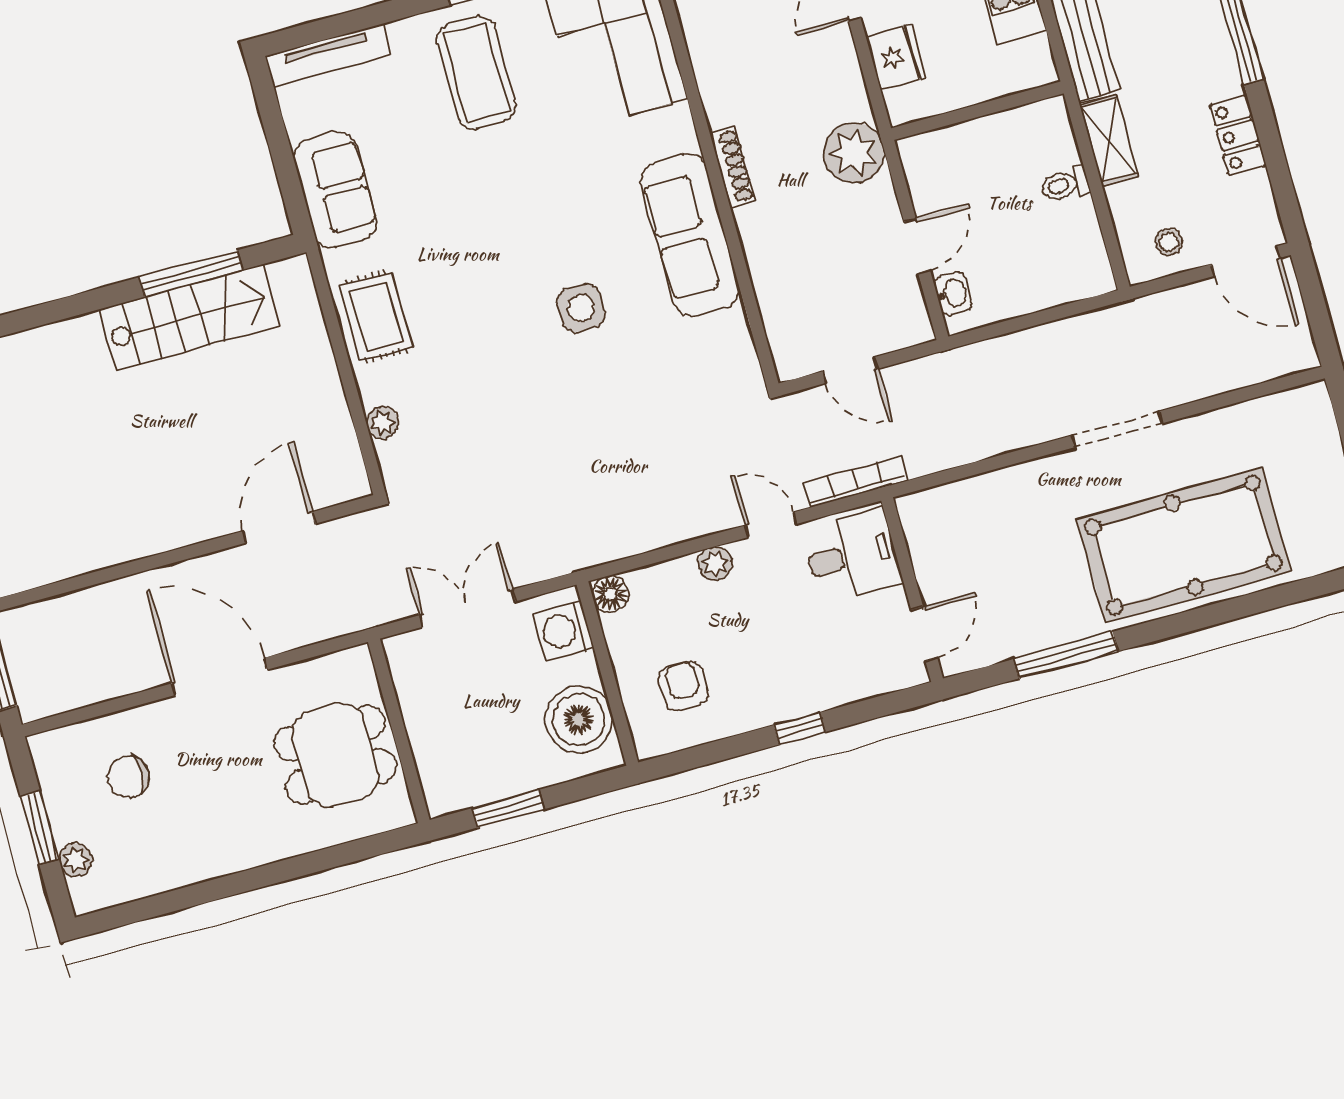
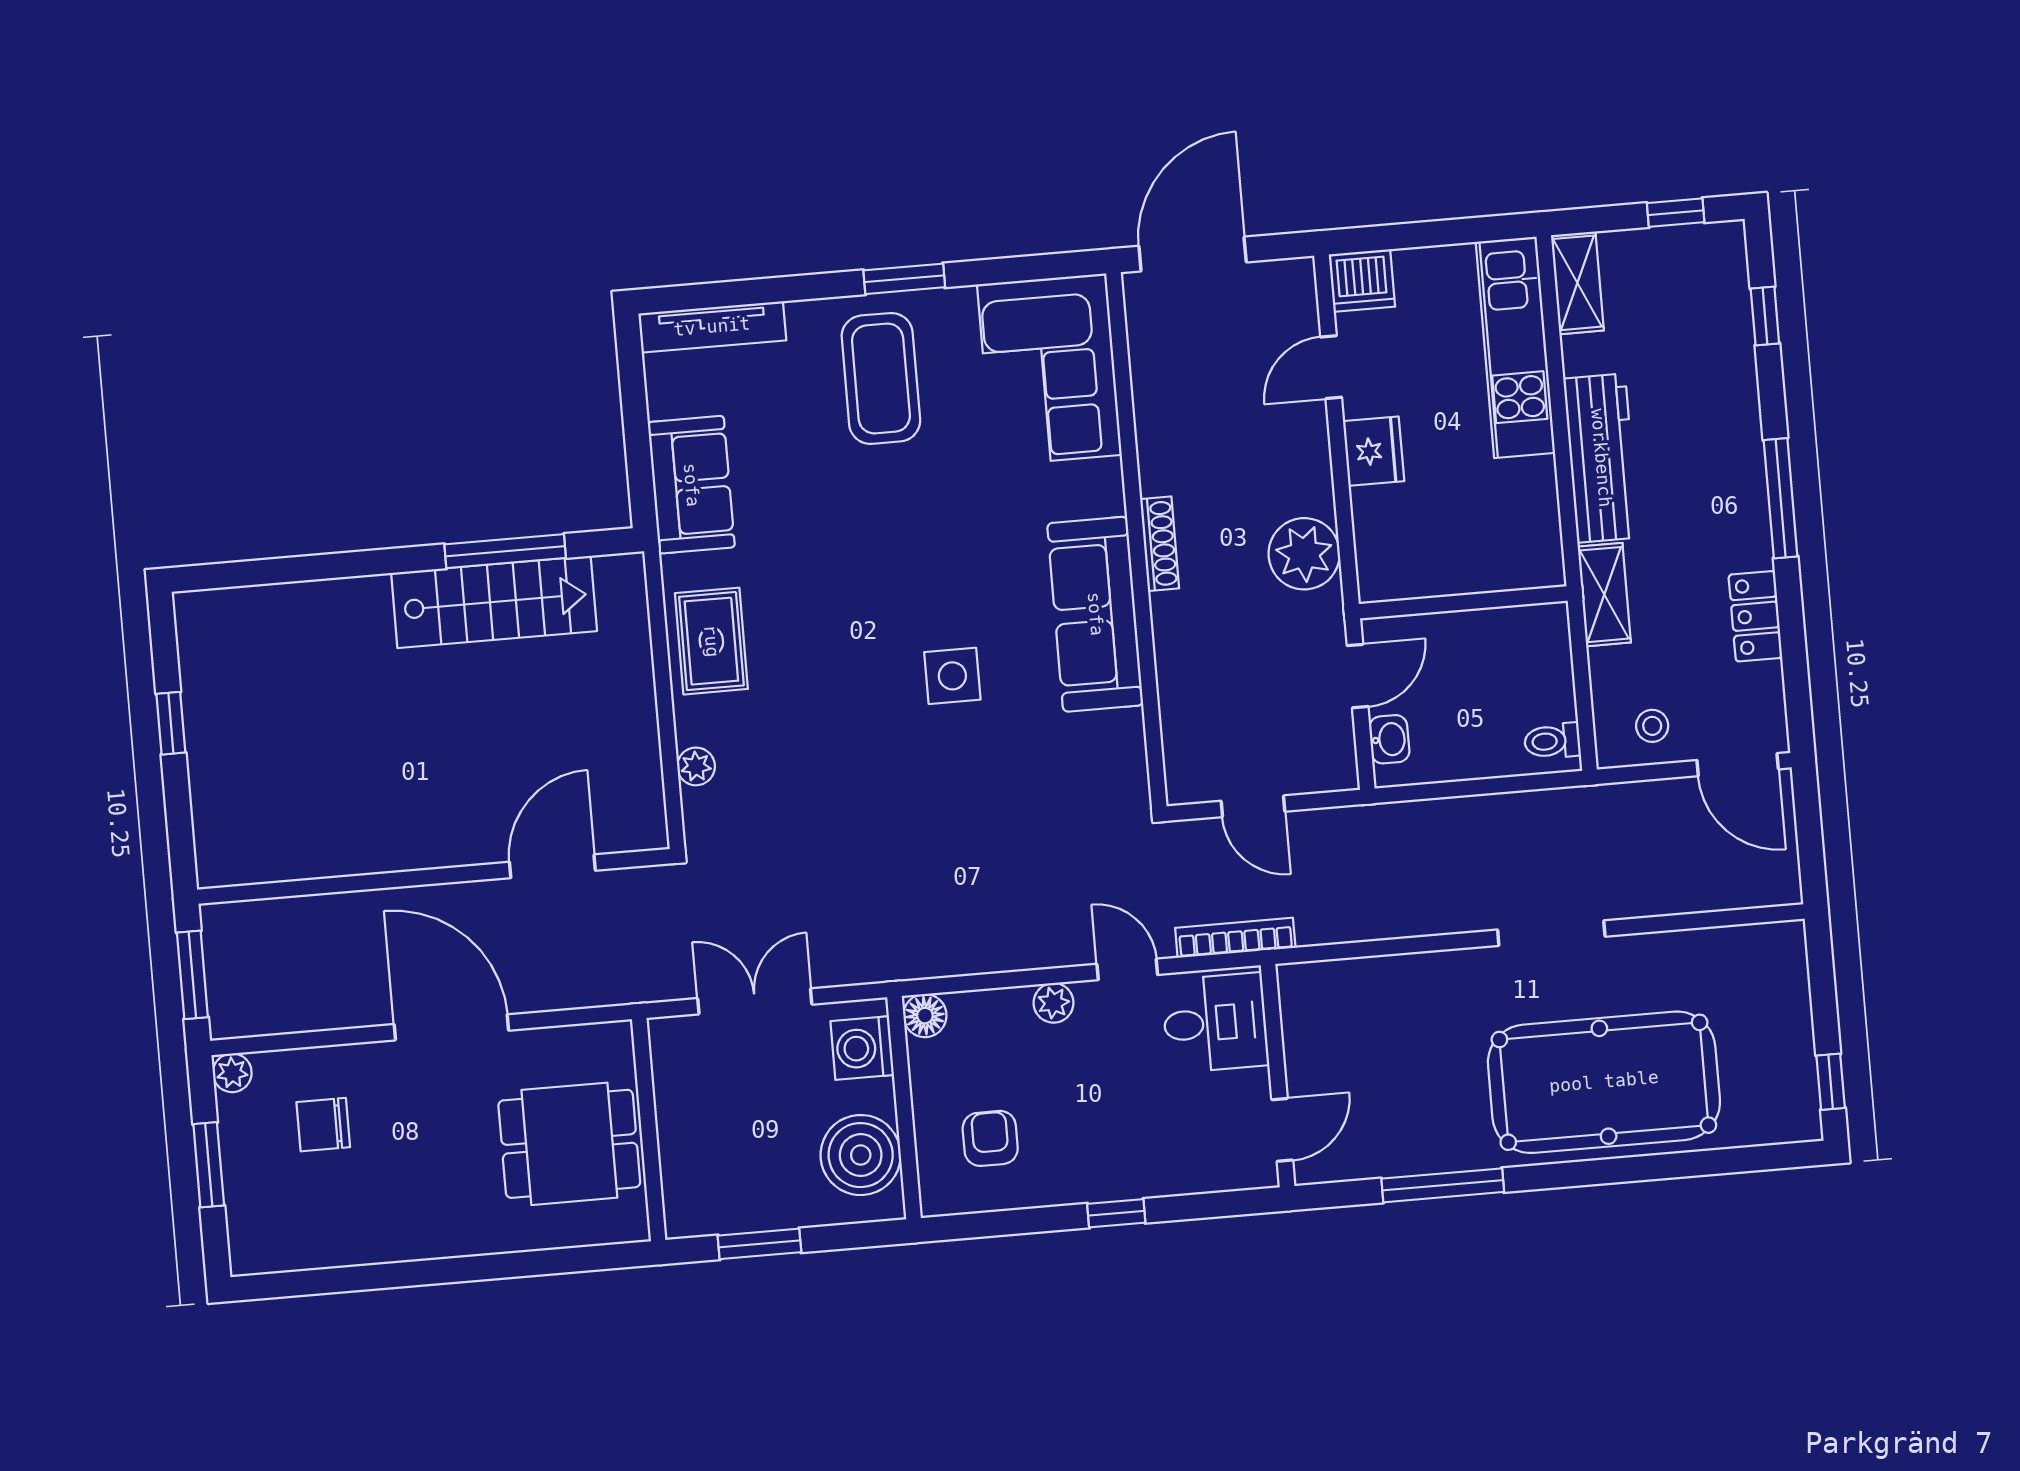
wall: (977, 111) -> (1463, 602), moved
toilet: (1065, 185) -> (1552, 741), moved
plant: (76, 860) -> (232, 1073), moved

